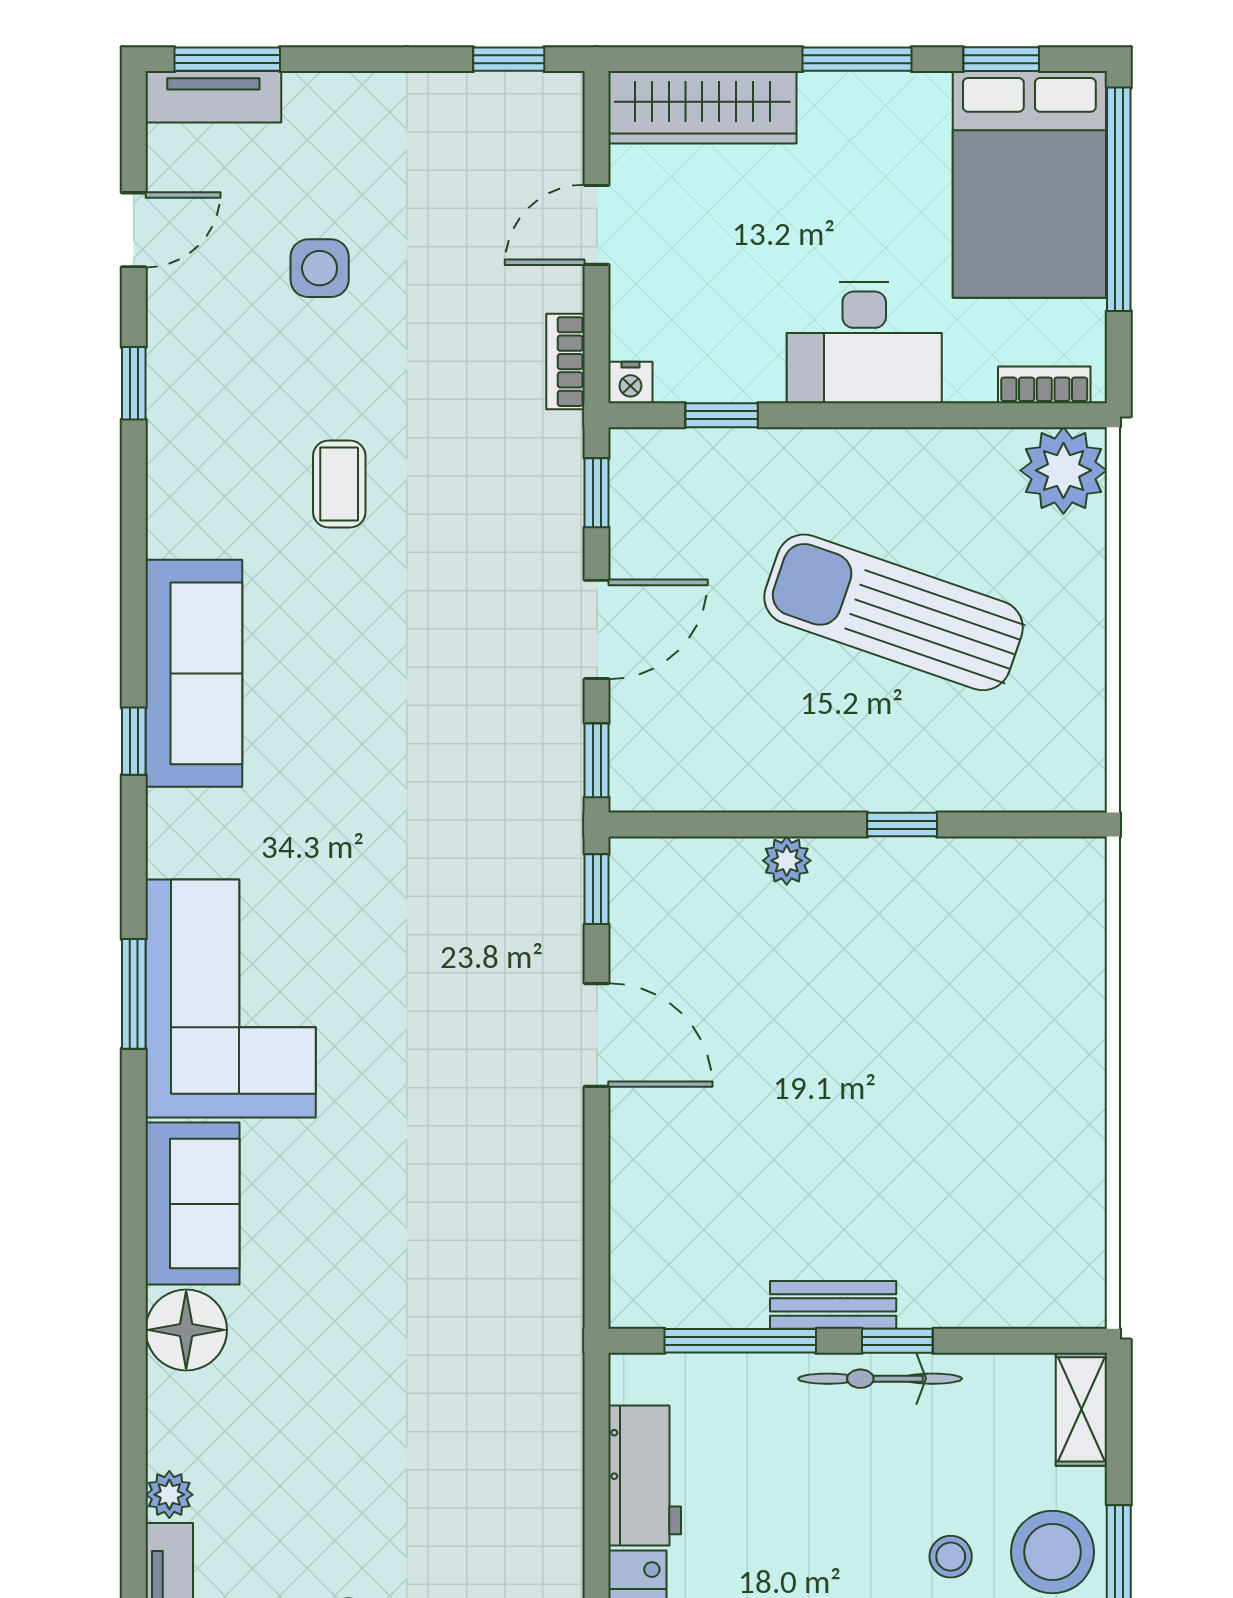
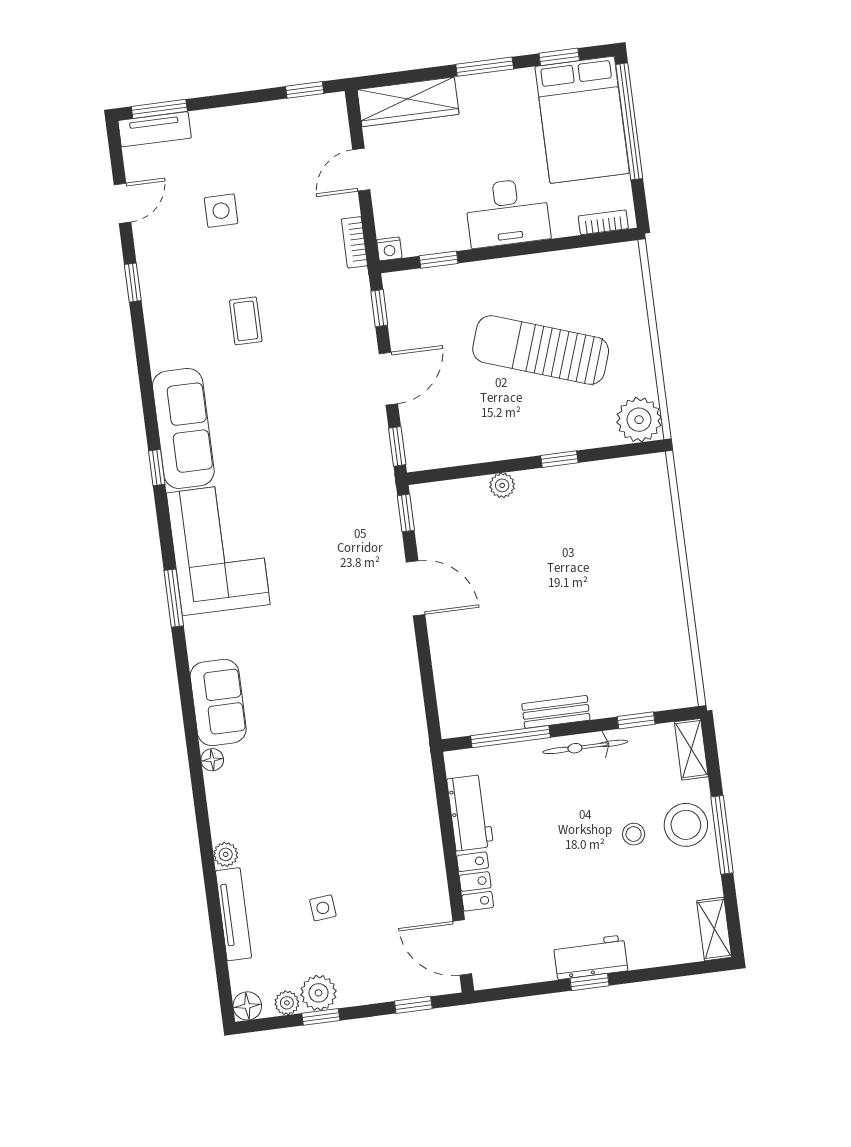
plant: (1063, 470) -> (639, 420), moved
corner sofa: (231, 999) -> (218, 549), moved
floor lamp: (186, 1330) -> (212, 760), width x0.53, depth x0.53
window: (897, 1341) -> (636, 720), moved

